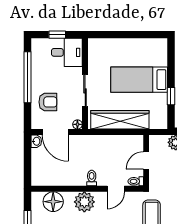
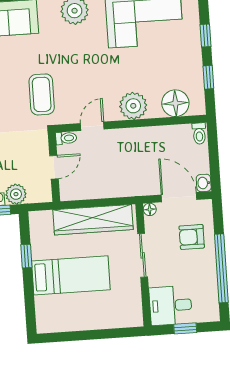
toilet: (92, 178) -> (199, 133), moved

